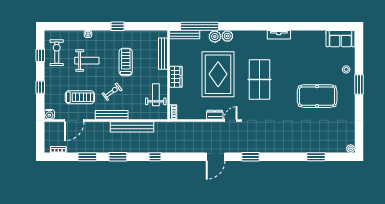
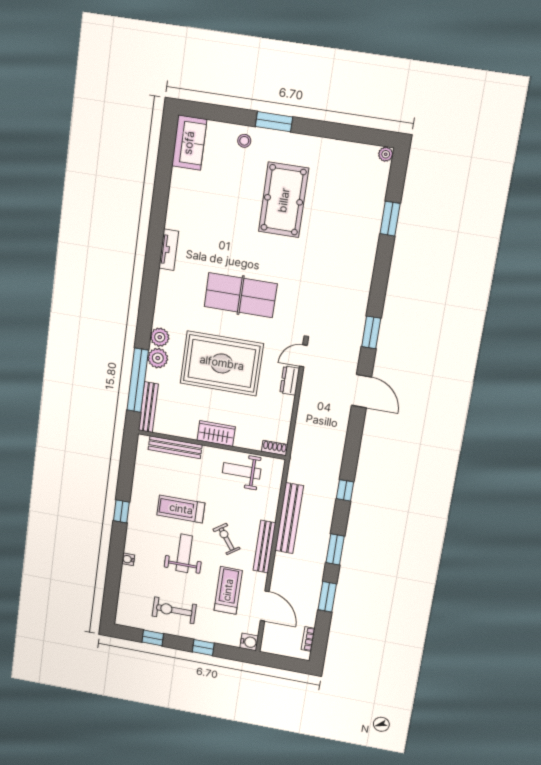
exercise bike: (57, 53) -> (174, 610), moved
weight bench: (87, 61) -> (184, 553), moved
door: (230, 120) -> (303, 356), hinge flipped

